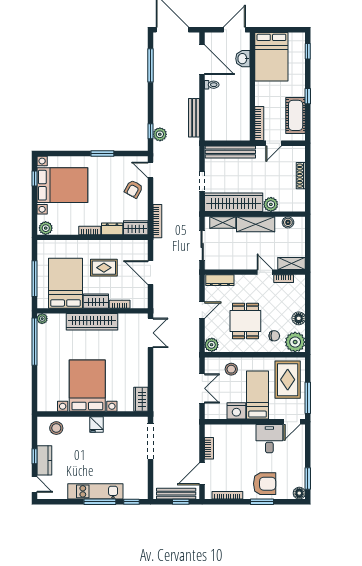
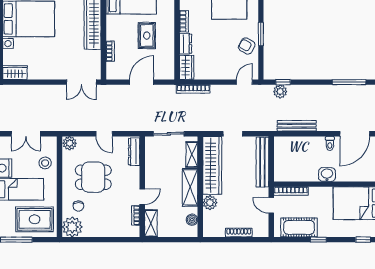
washbasin: (243, 59) -> (327, 175), moved
armchair: (134, 189) -> (247, 46), moved
wardrobe: (96, 301) -> (113, 28), removed
floor lamp: (299, 318) -> (96, 230), removed

